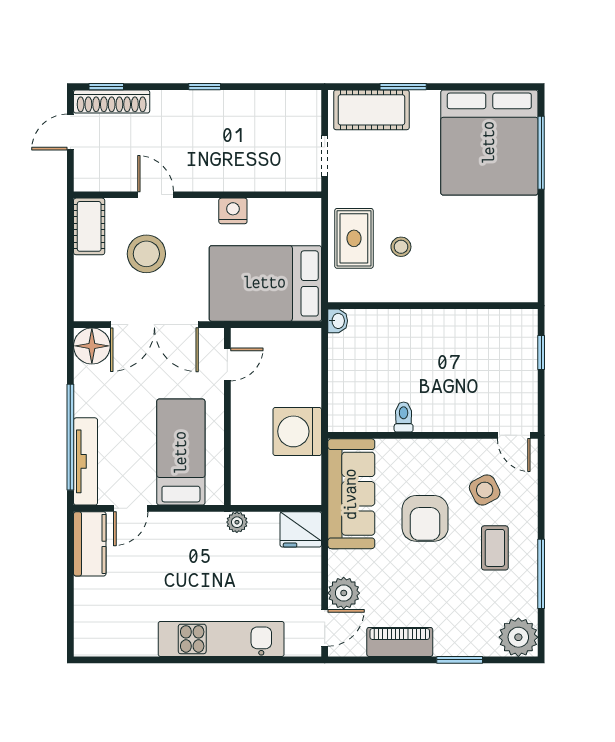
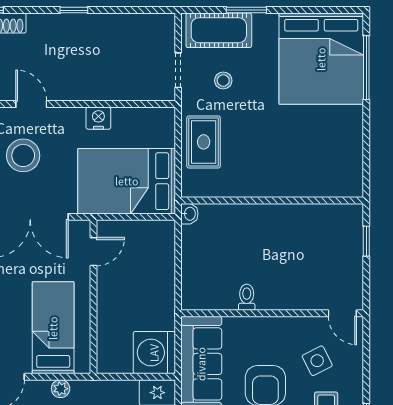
stool: (401, 247) -> (223, 81), moved
washing machine: (297, 431) -> (154, 353), moved
plant: (237, 522) -> (61, 389), moved

